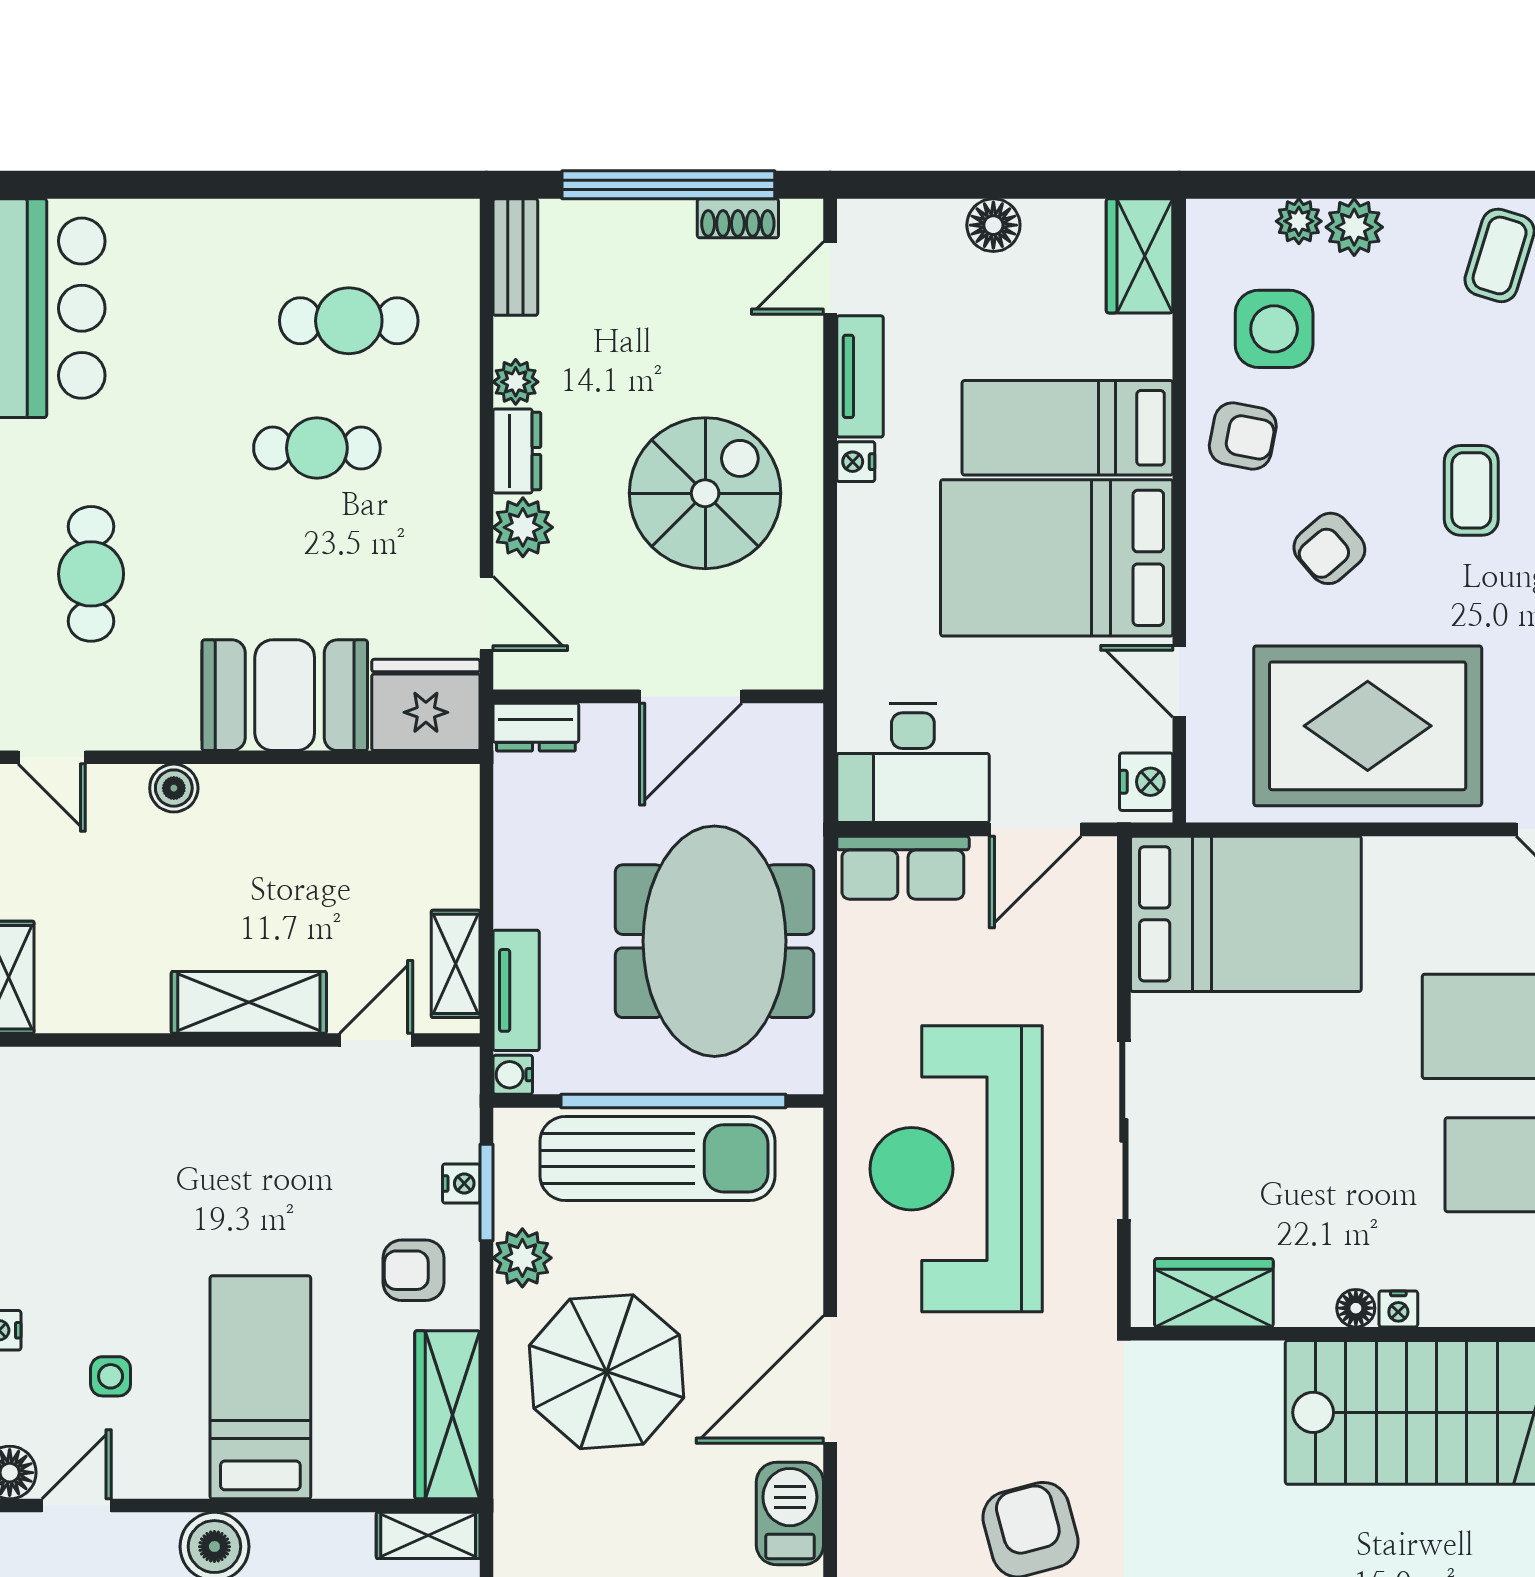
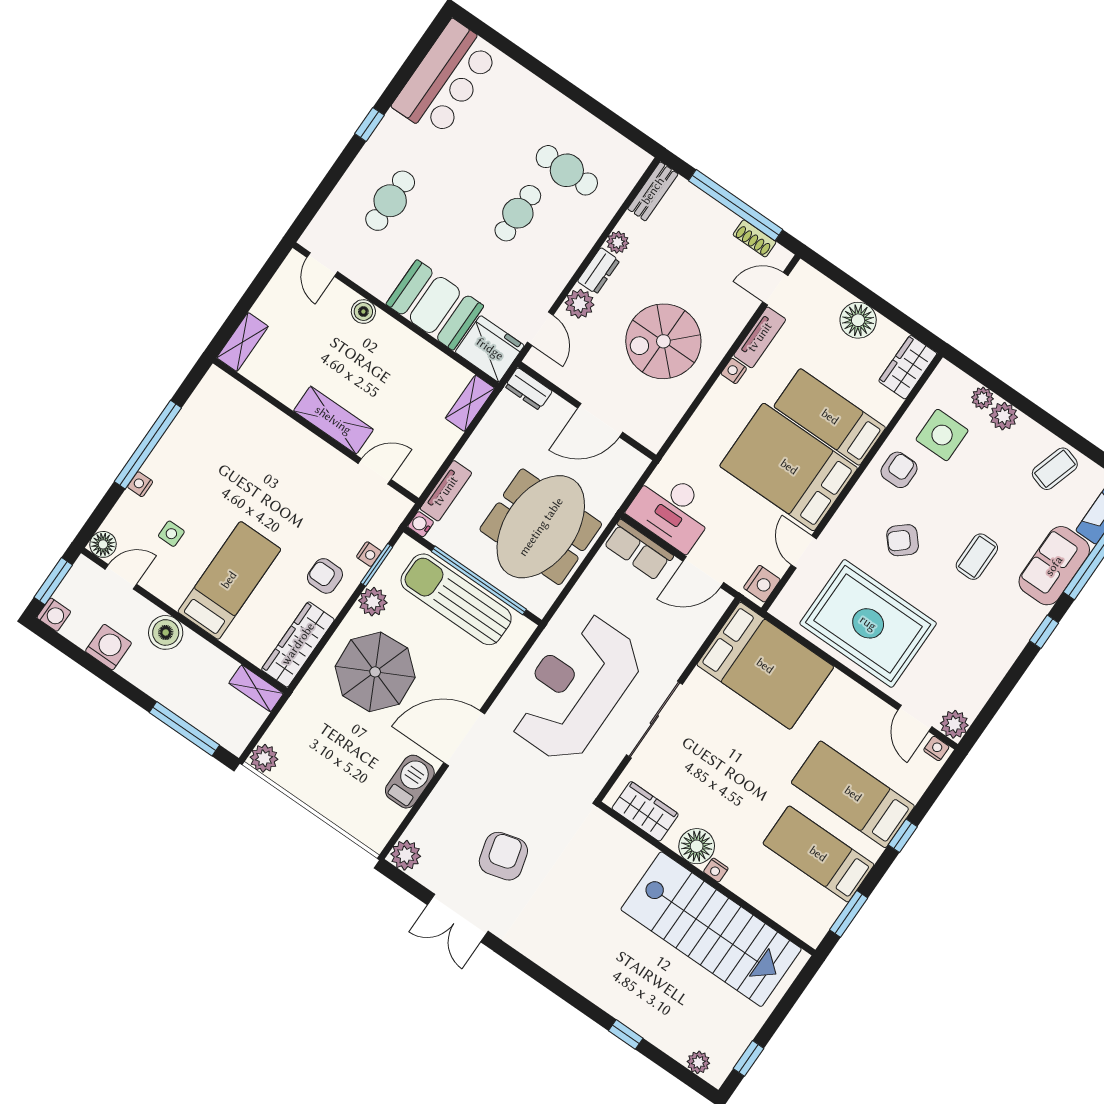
floor lamp: (993, 225) -> (858, 320), width x1.38, depth x1.38
armchair: (1243, 436) -> (899, 470), turned -101
cafe table: (317, 448) -> (518, 213), turned 90
spiral stairs: (705, 493) -> (663, 341), turned 180
shelving: (456, 964) -> (470, 403), moved
sun lounger: (658, 1158) -> (456, 599), turned 180
floor lamp: (1356, 1308) -> (697, 846), width x1.89, depth x1.89

